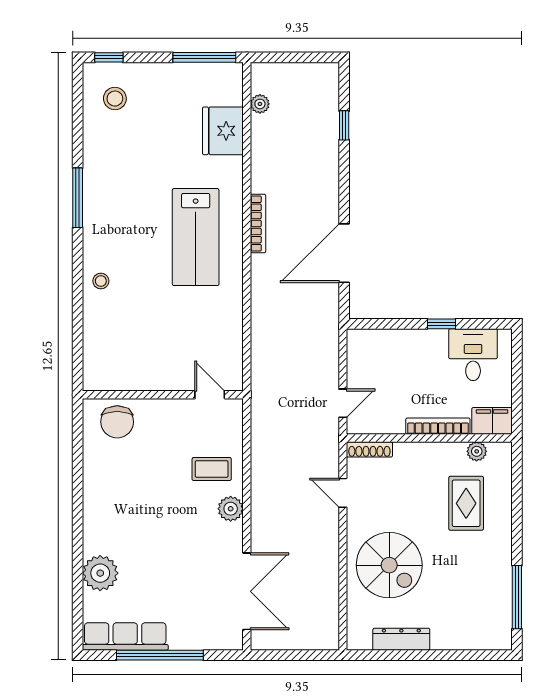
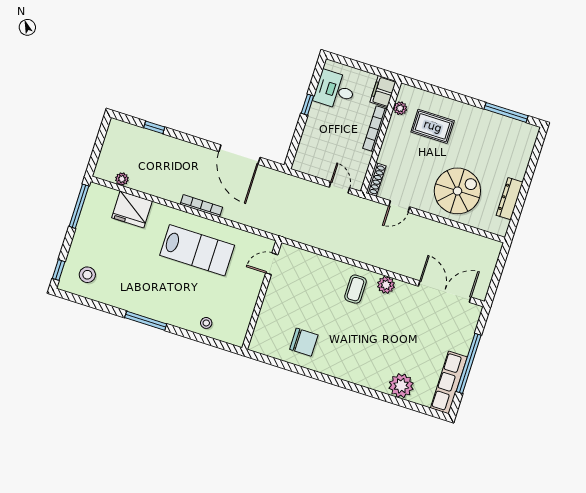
wall: (163, 395) -> (262, 295), moved
door: (210, 395) -> (272, 264), moved

